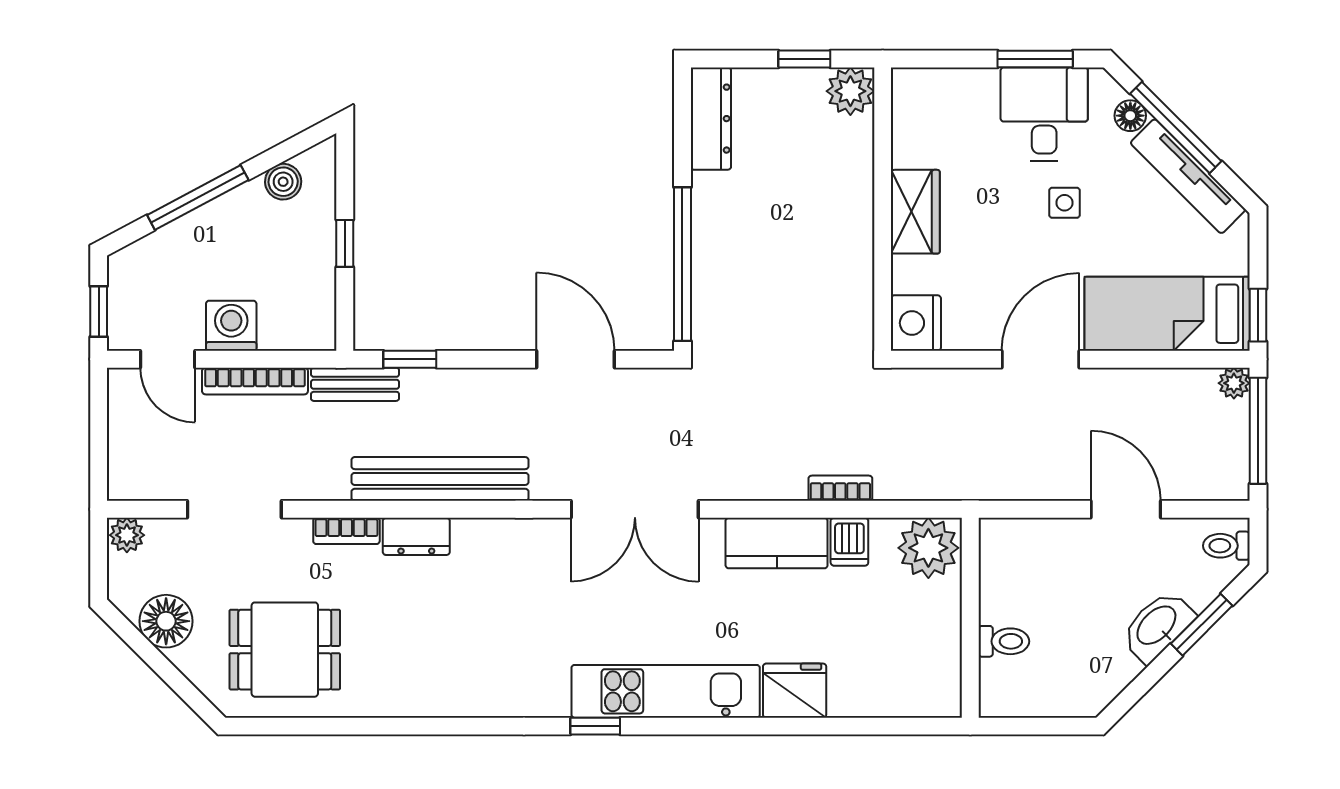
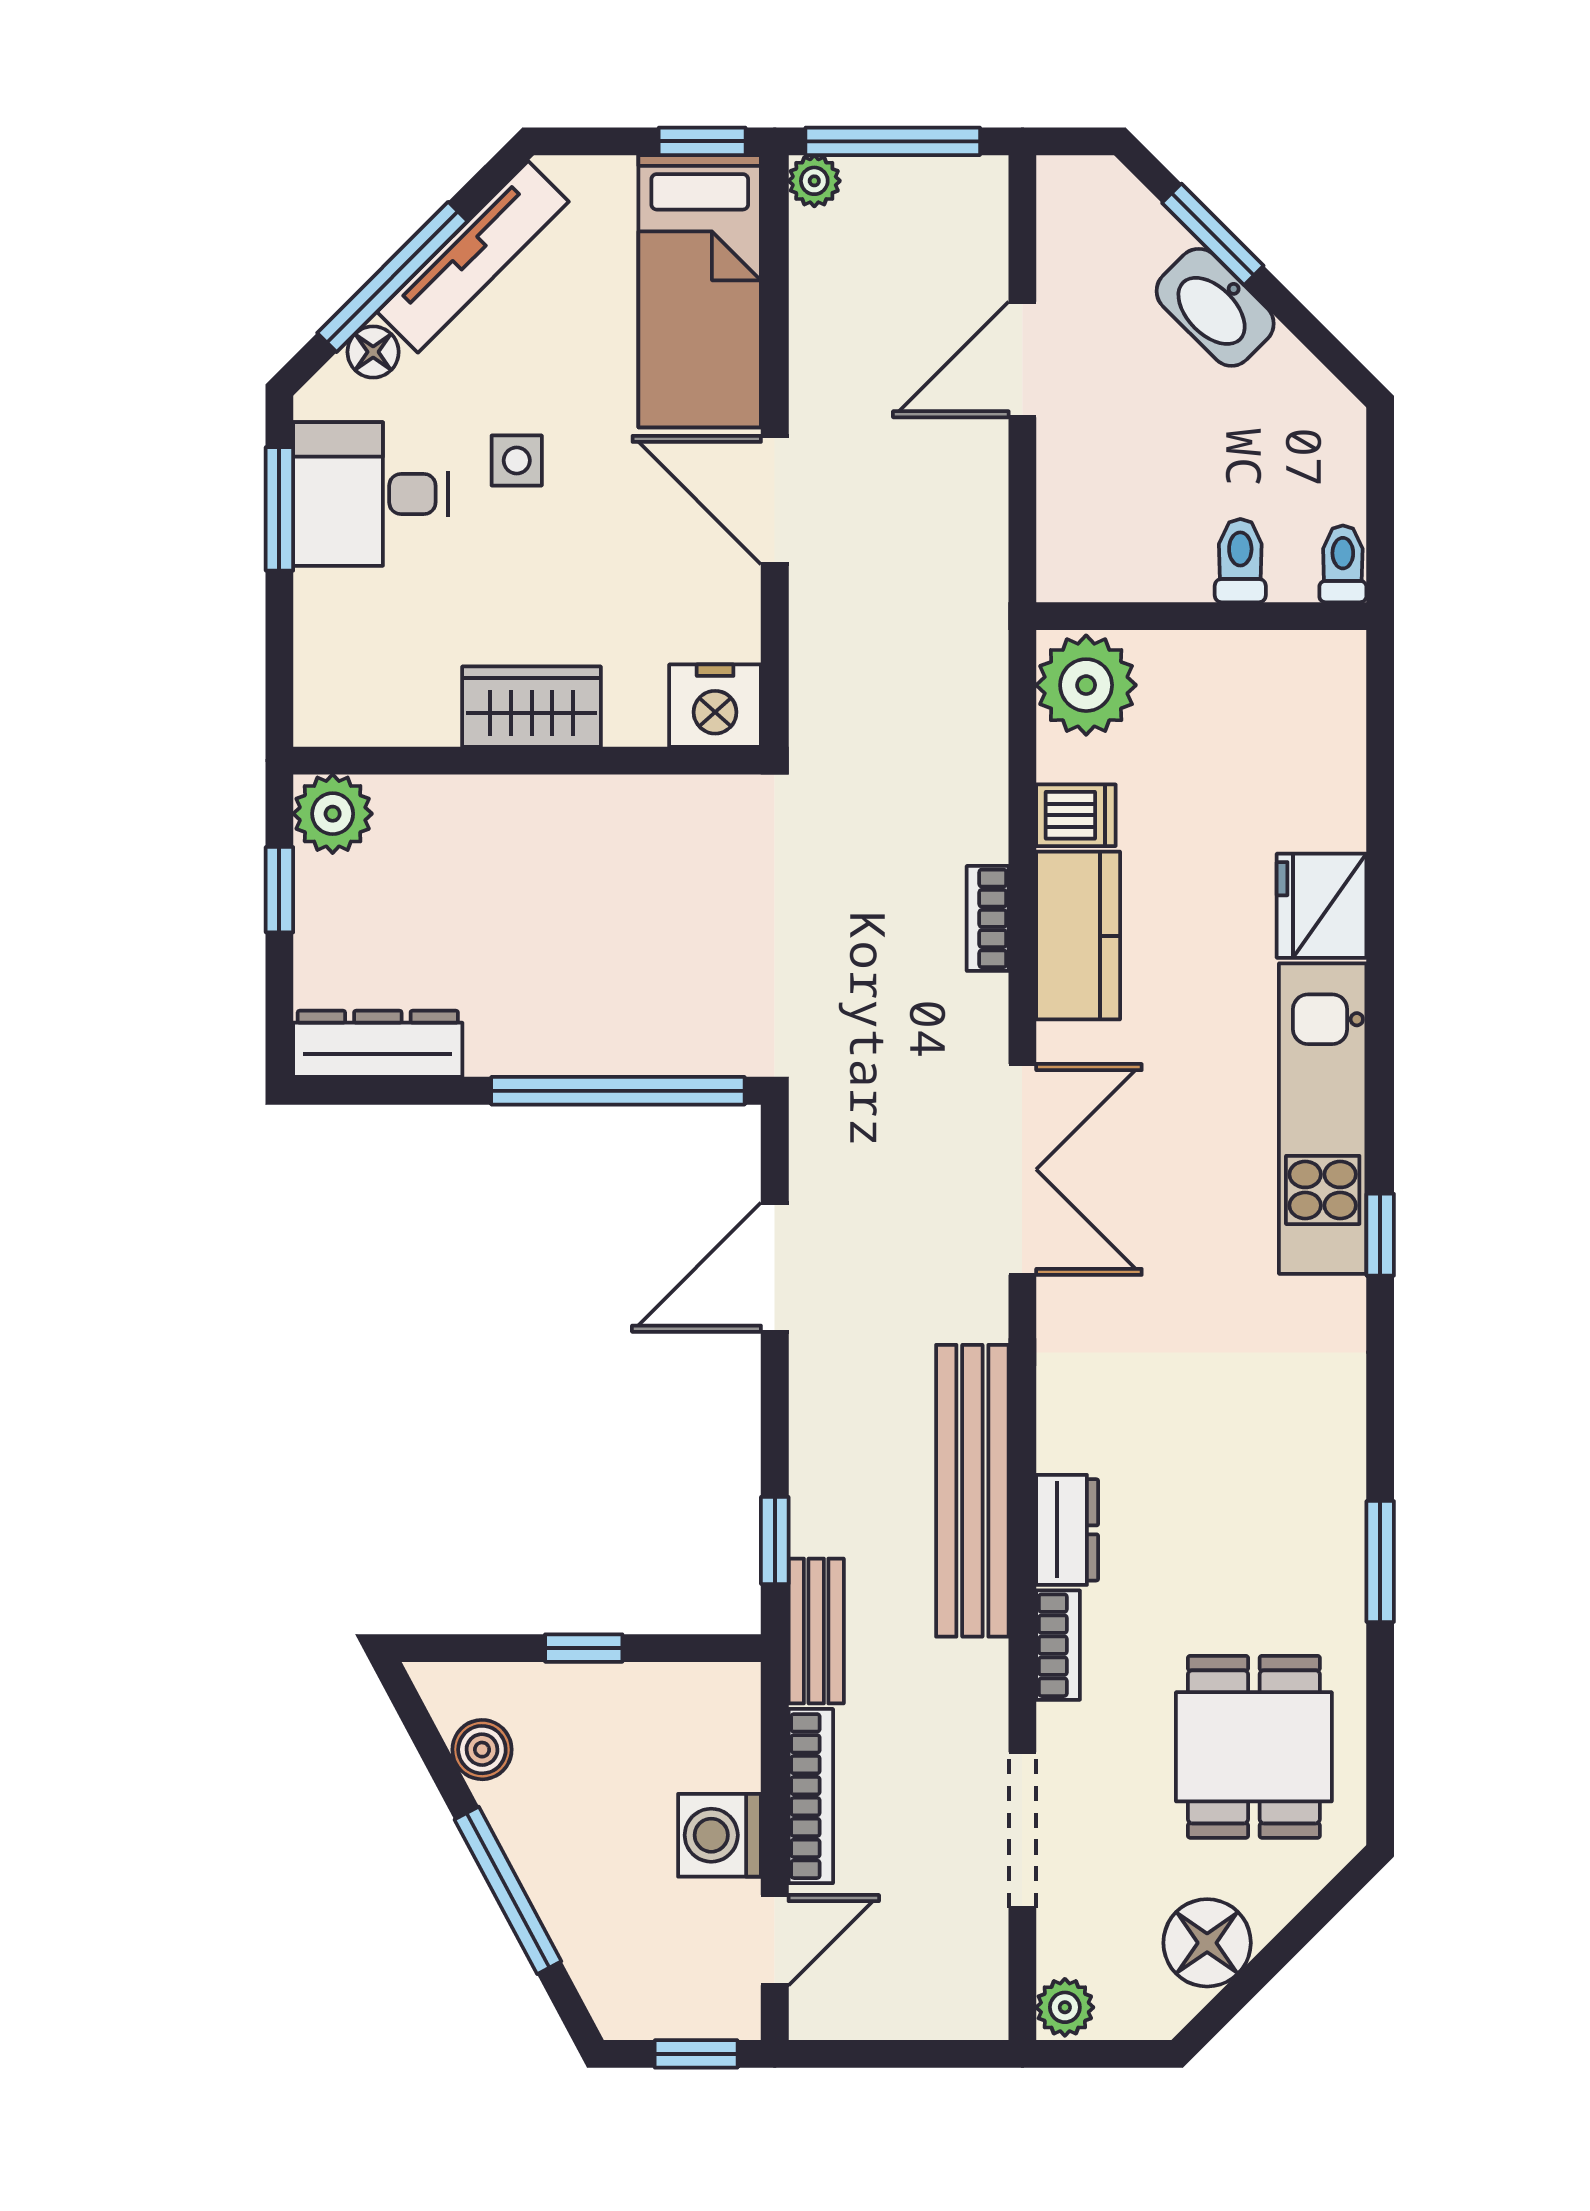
bookcase: (840, 488) -> (988, 918), moved
toilet: (1226, 546) -> (1343, 564), moved, turned 180
window: (397, 726) -> (1380, 1561), added

